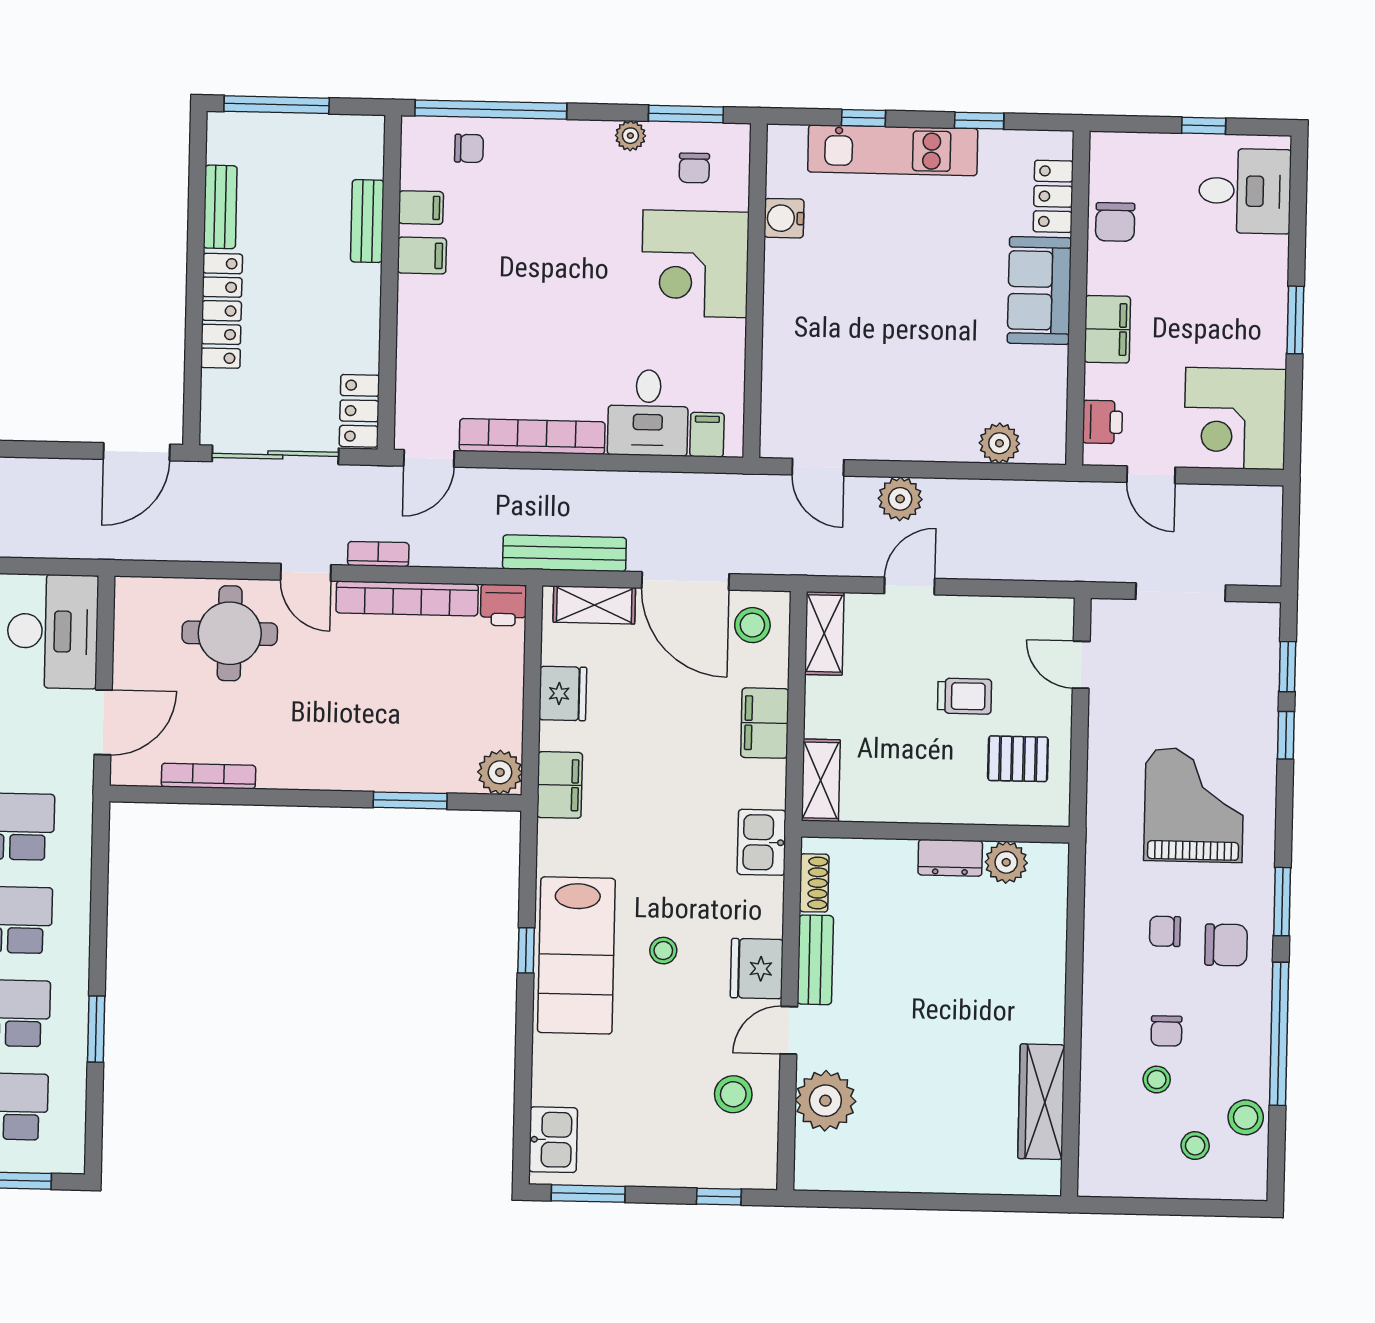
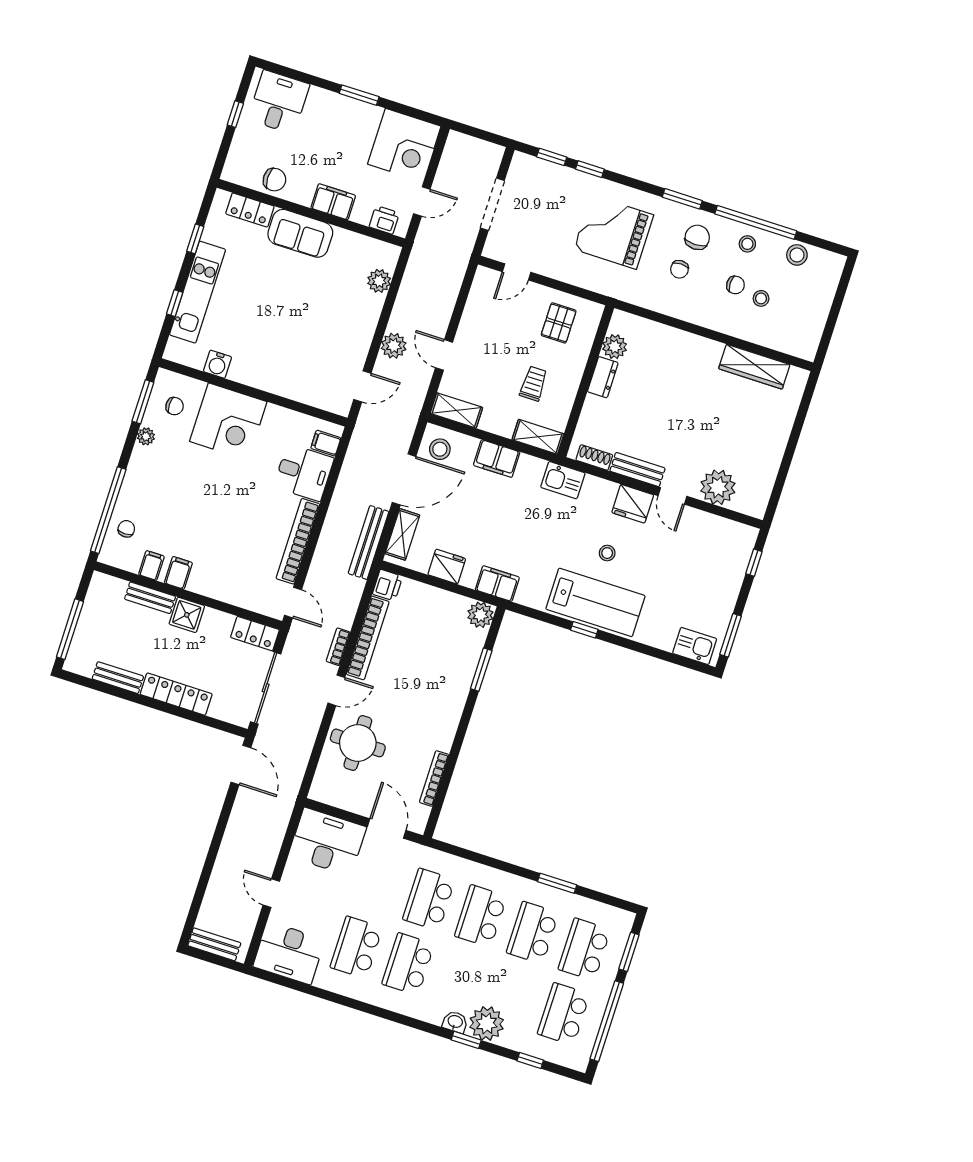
shower: (357, 290) -> (187, 615), added
trolley: (965, 696) -> (533, 384), moved
stool: (733, 1094) -> (699, 538), removed
stool: (1195, 1146) -> (747, 244), moved

